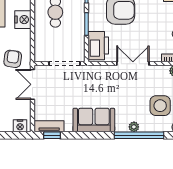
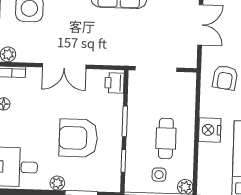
printer: (98, 46) -> (115, 83), width x0.53, depth x0.68
double door: (33, 84) -> (200, 25), moved

